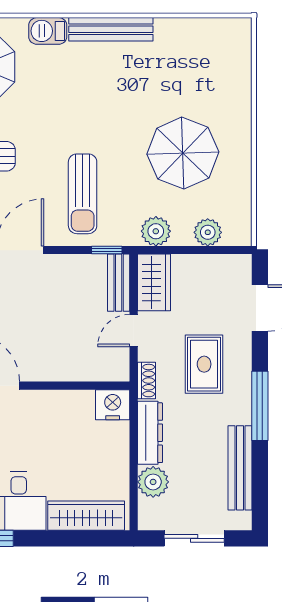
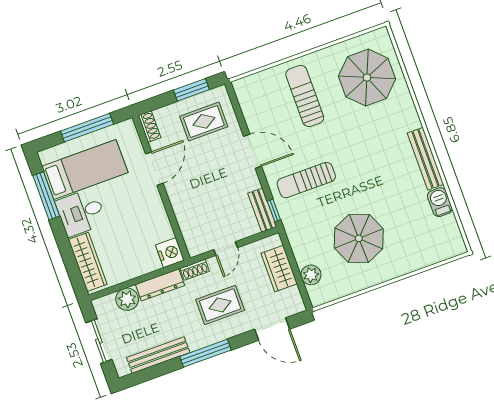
barbecue: (48, 31) -> (440, 202), moved
plant: (156, 231) -> (299, 239), removed
wardrobe: (154, 282) -> (279, 268), moved, turned 90
bench: (119, 283) -> (262, 210), moved, turned 90
door: (134, 331) -> (226, 249), swing flipped

